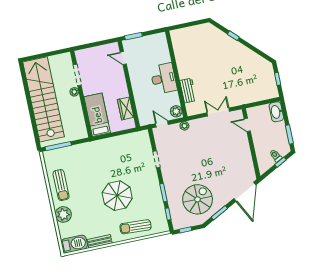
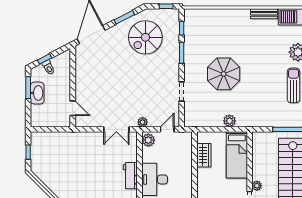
workbench: (188, 91) -> (130, 176), moved
double door: (218, 112) -> (116, 129), moved
washbasin: (276, 112) -> (37, 93), moved
door: (162, 124) -> (167, 129), swing flipped
plant: (110, 143) -> (229, 121), added
parasol: (117, 196) -> (224, 74), moved
sun lounger: (135, 227) -> (221, 22), removed

